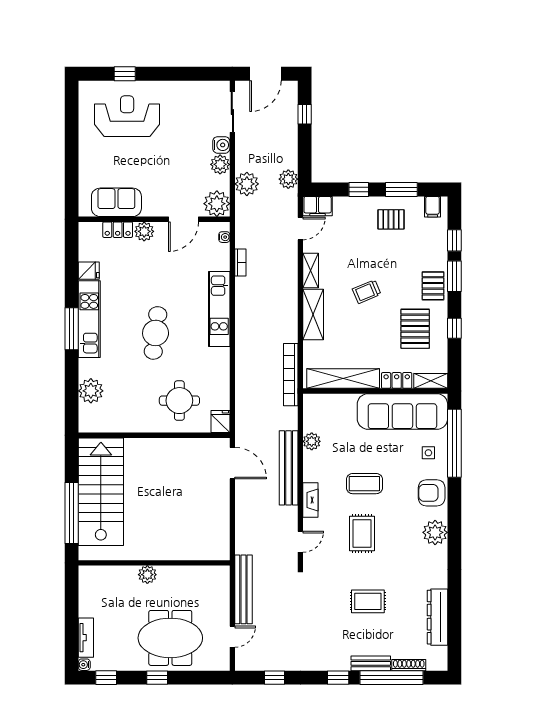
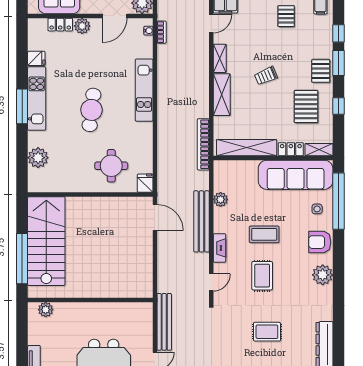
pallet: (391, 219) -> (286, 16), turned 90
bookcase: (240, 262) -> (162, 32), moved
plant: (147, 575) -> (46, 310), moved

